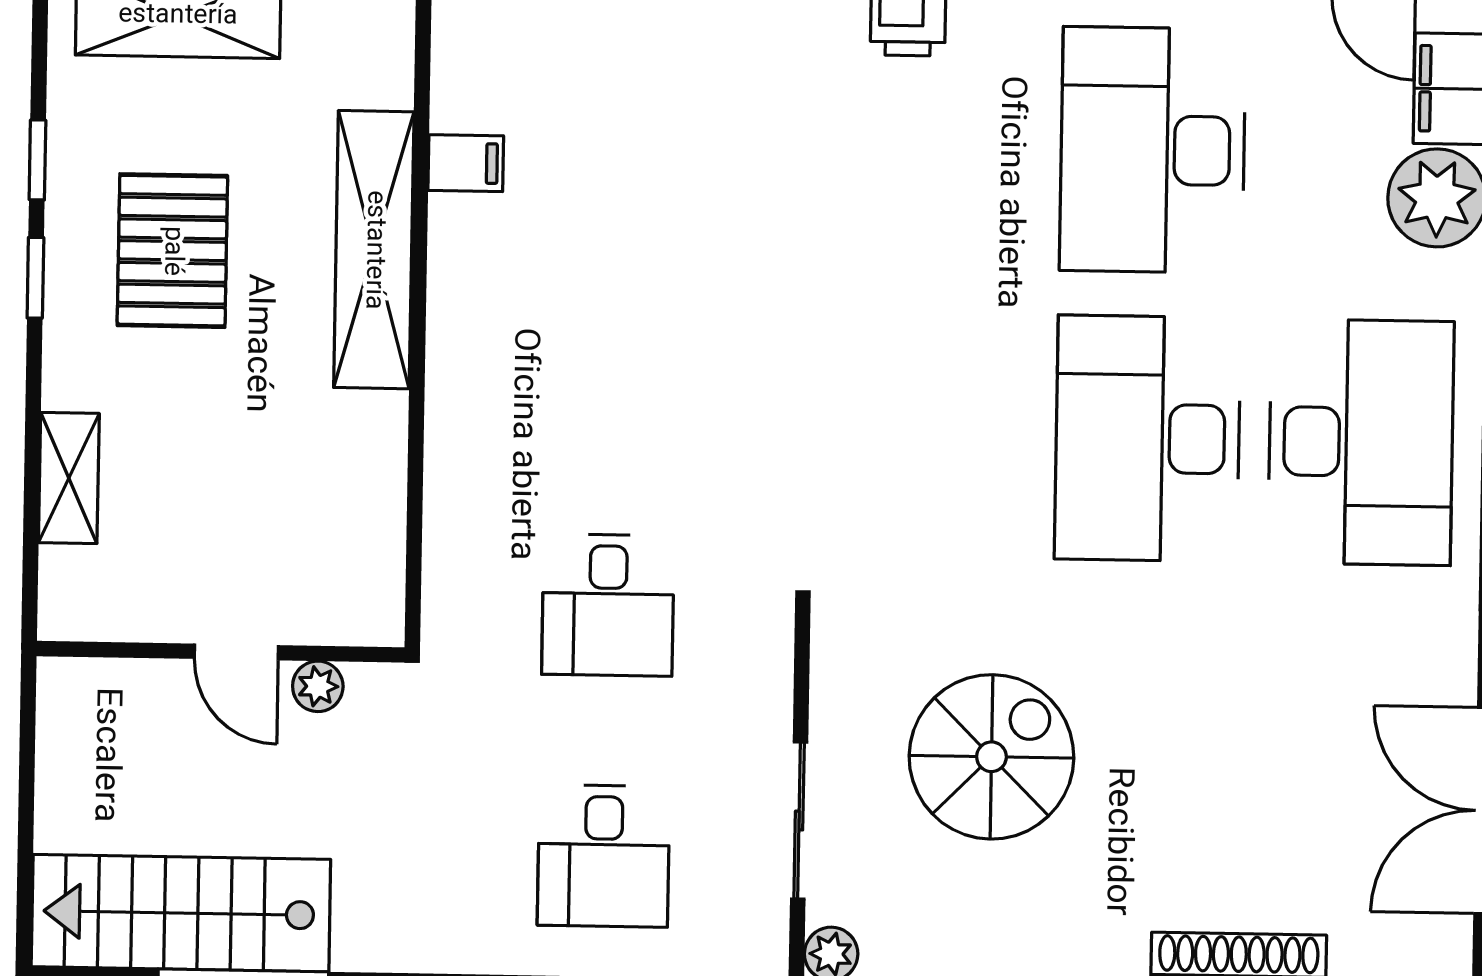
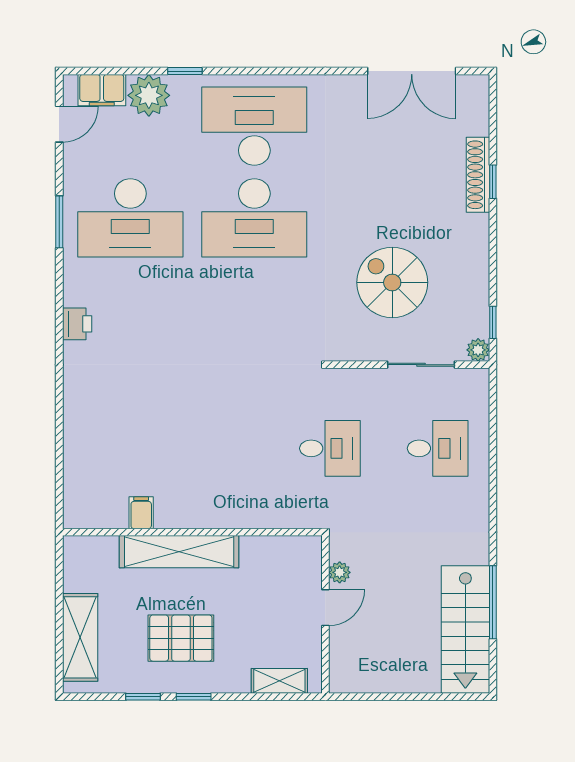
wall: (221, 652) -> (325, 614), moved
door: (236, 652) -> (325, 608), moved
plant: (318, 686) -> (340, 572), moved

